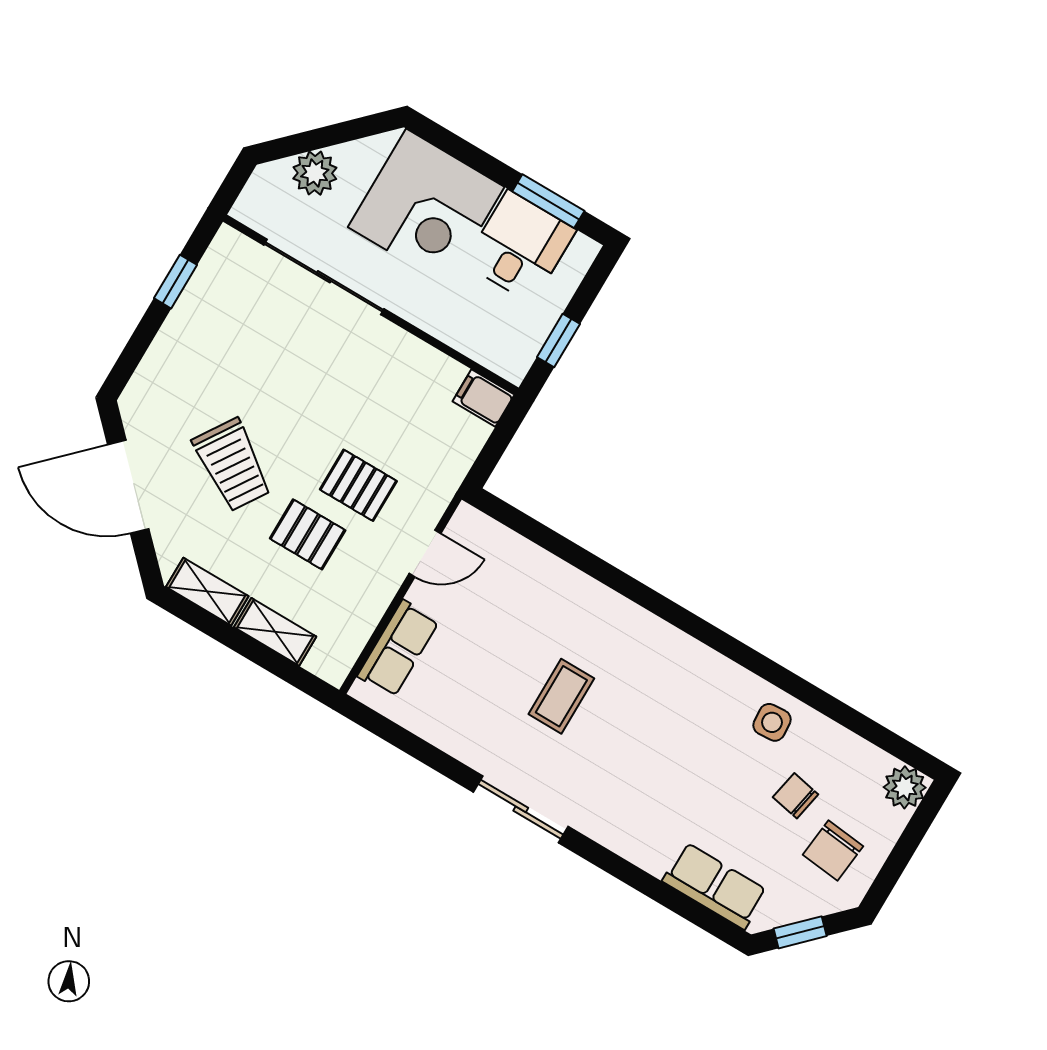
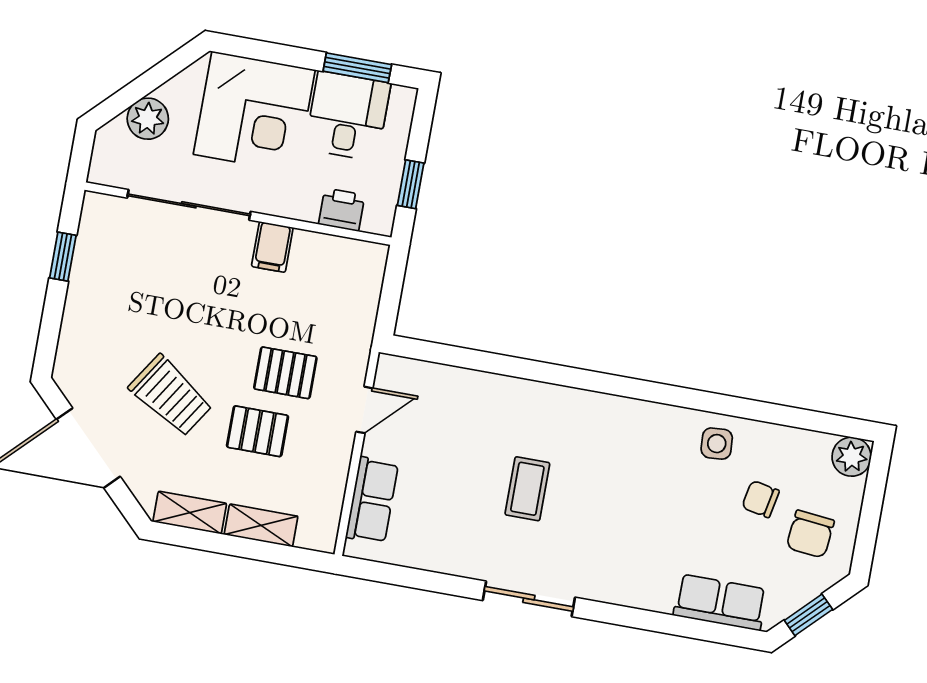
printer: (478, 340) -> (342, 210), added
filing cabinet: (483, 398) -> (272, 247), moved, turned -90

